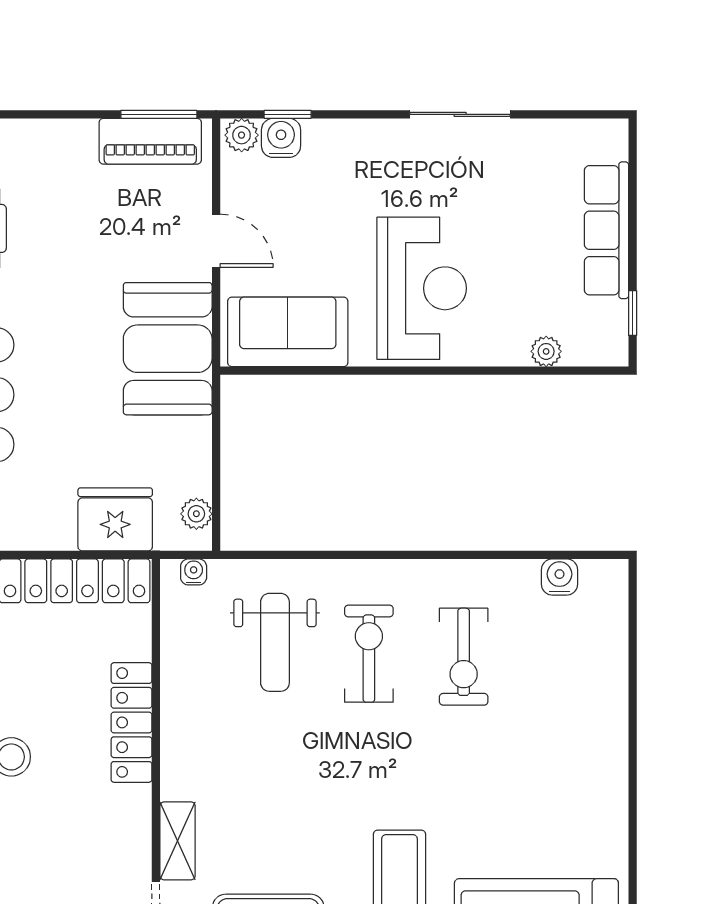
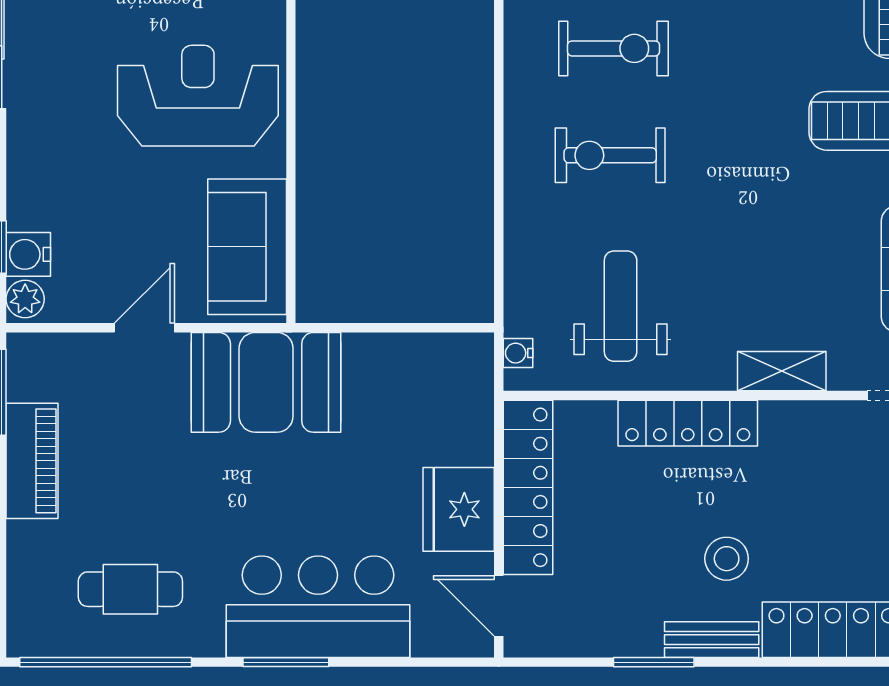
piano: (150, 141) -> (32, 461), moved
plant: (196, 514) -> (452, 350), removed
fridge: (115, 519) -> (459, 509), moved
weight bench: (275, 642) -> (621, 306), moved, turned -90
shelving: (178, 841) -> (782, 371), moved

